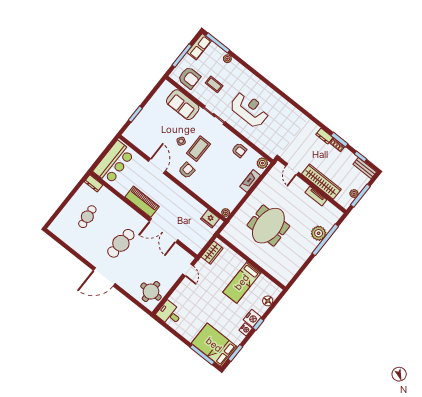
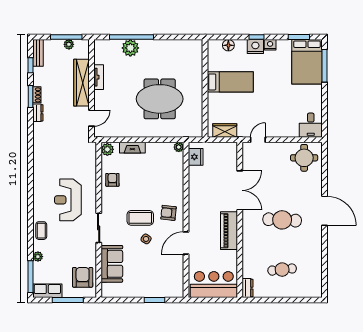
coffee table: (214, 84) -> (41, 231), moved

